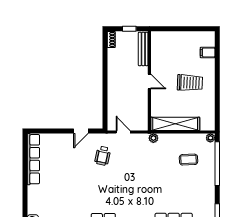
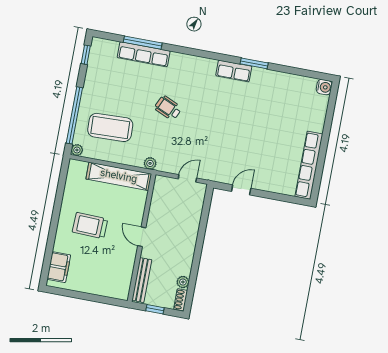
filing cabinet: (208, 52) -> (59, 267), width x2.00
plant: (112, 53) -> (183, 282), added
door: (123, 132) -> (187, 178), swing flipped
wheelchair: (103, 156) -> (168, 108), moved, turned -78
coffee table: (189, 160) -> (110, 127), width x1.86, depth x1.72

